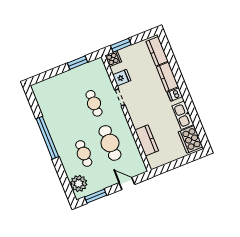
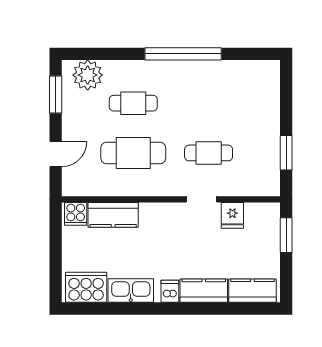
cooker: (113, 59) -> (76, 214), moved

